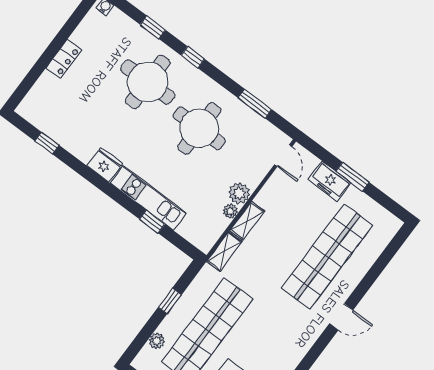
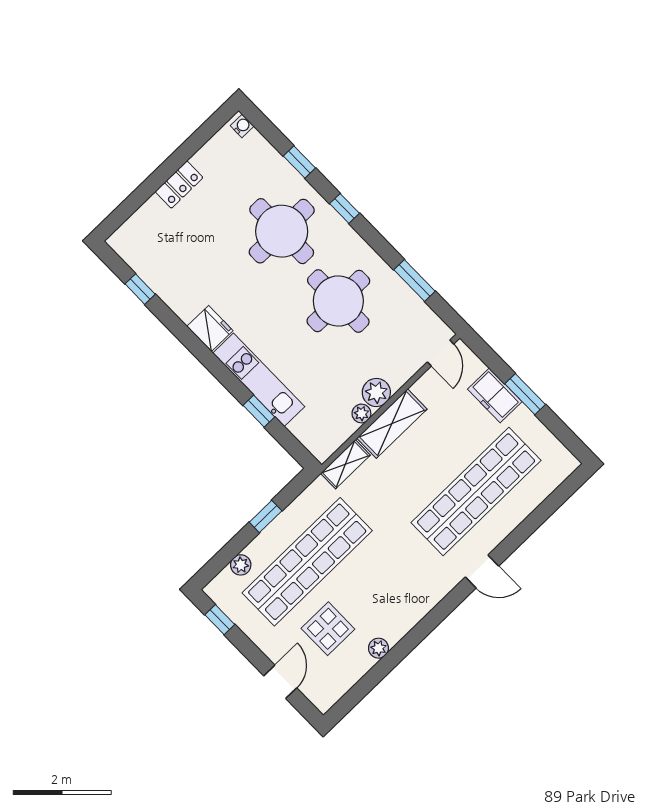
shelving: (247, 221) -> (392, 424), width x1.50, depth x1.33

